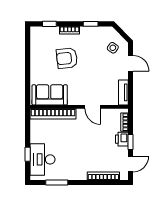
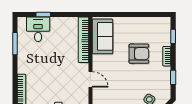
armchair: (67, 58) -> (139, 54), turned 96
door: (93, 107) -> (90, 79), swing flipped
desk: (42, 159) -> (38, 29), width x0.73

